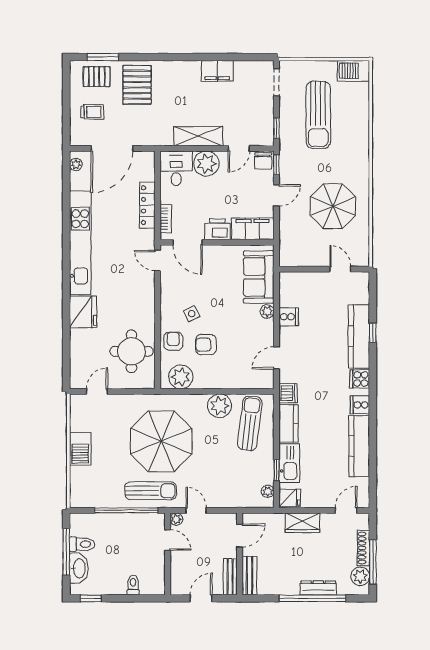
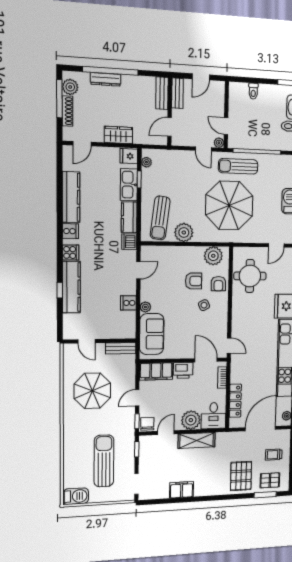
locker: (147, 205) -> (235, 401), moved
bench: (298, 259) -> (121, 348), added

